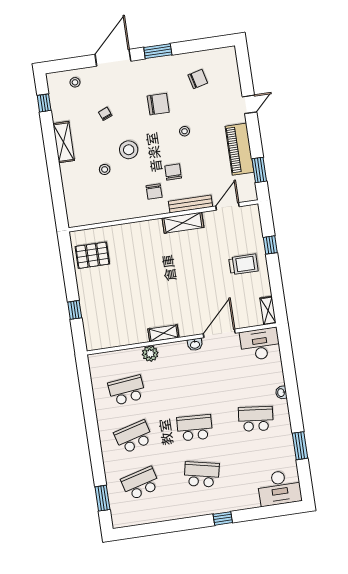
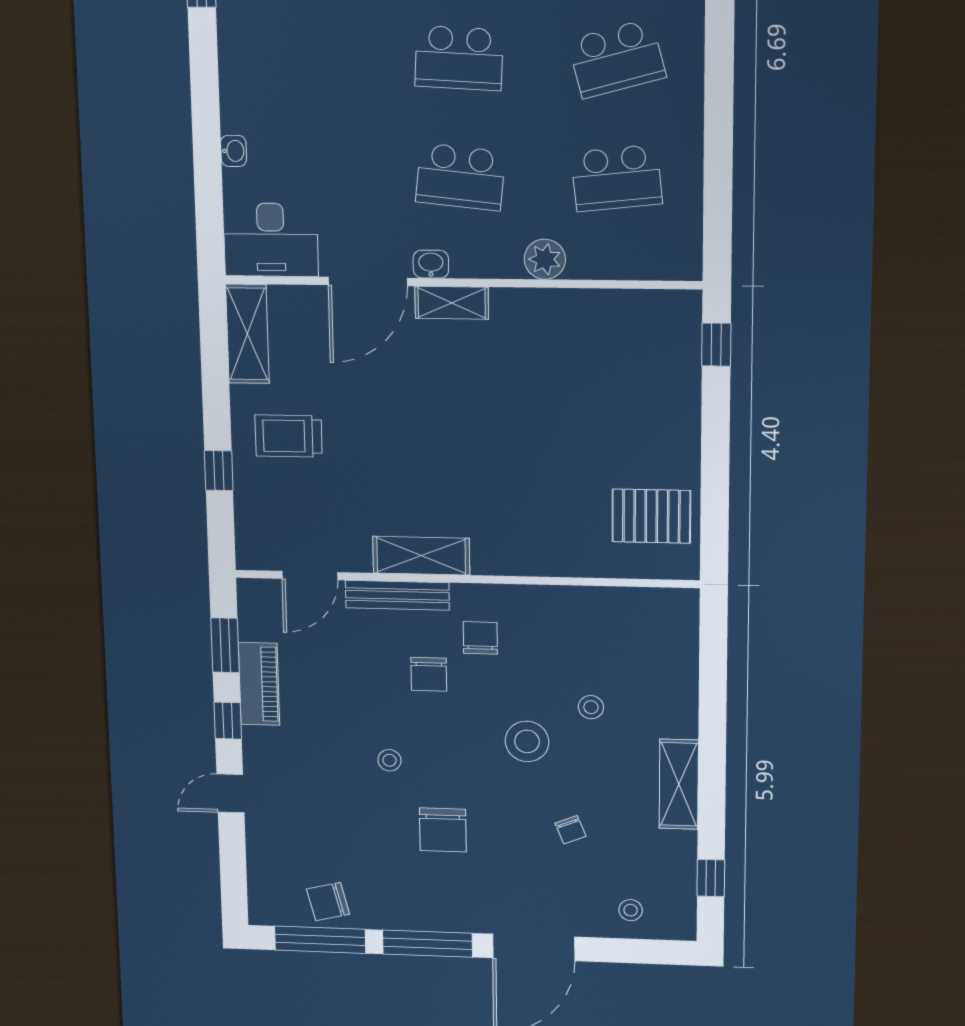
window: (204, 44) -> (320, 940), added
window: (158, 51) -> (427, 944), width x1.44
chair: (198, 79) -> (328, 902), moved
chair: (158, 104) -> (443, 830), turned -90
window: (254, 137) -> (228, 721), added
piano: (239, 149) -> (259, 684), width x0.73, depth x0.75
window: (75, 310) -> (716, 345), moved
shelving: (268, 311) -> (247, 334), width x1.50, depth x1.33
shelving: (163, 333) -> (452, 303), moved
washbasin: (281, 393) -> (234, 151), moved
school desk: (256, 419) -> (461, 177), moved

